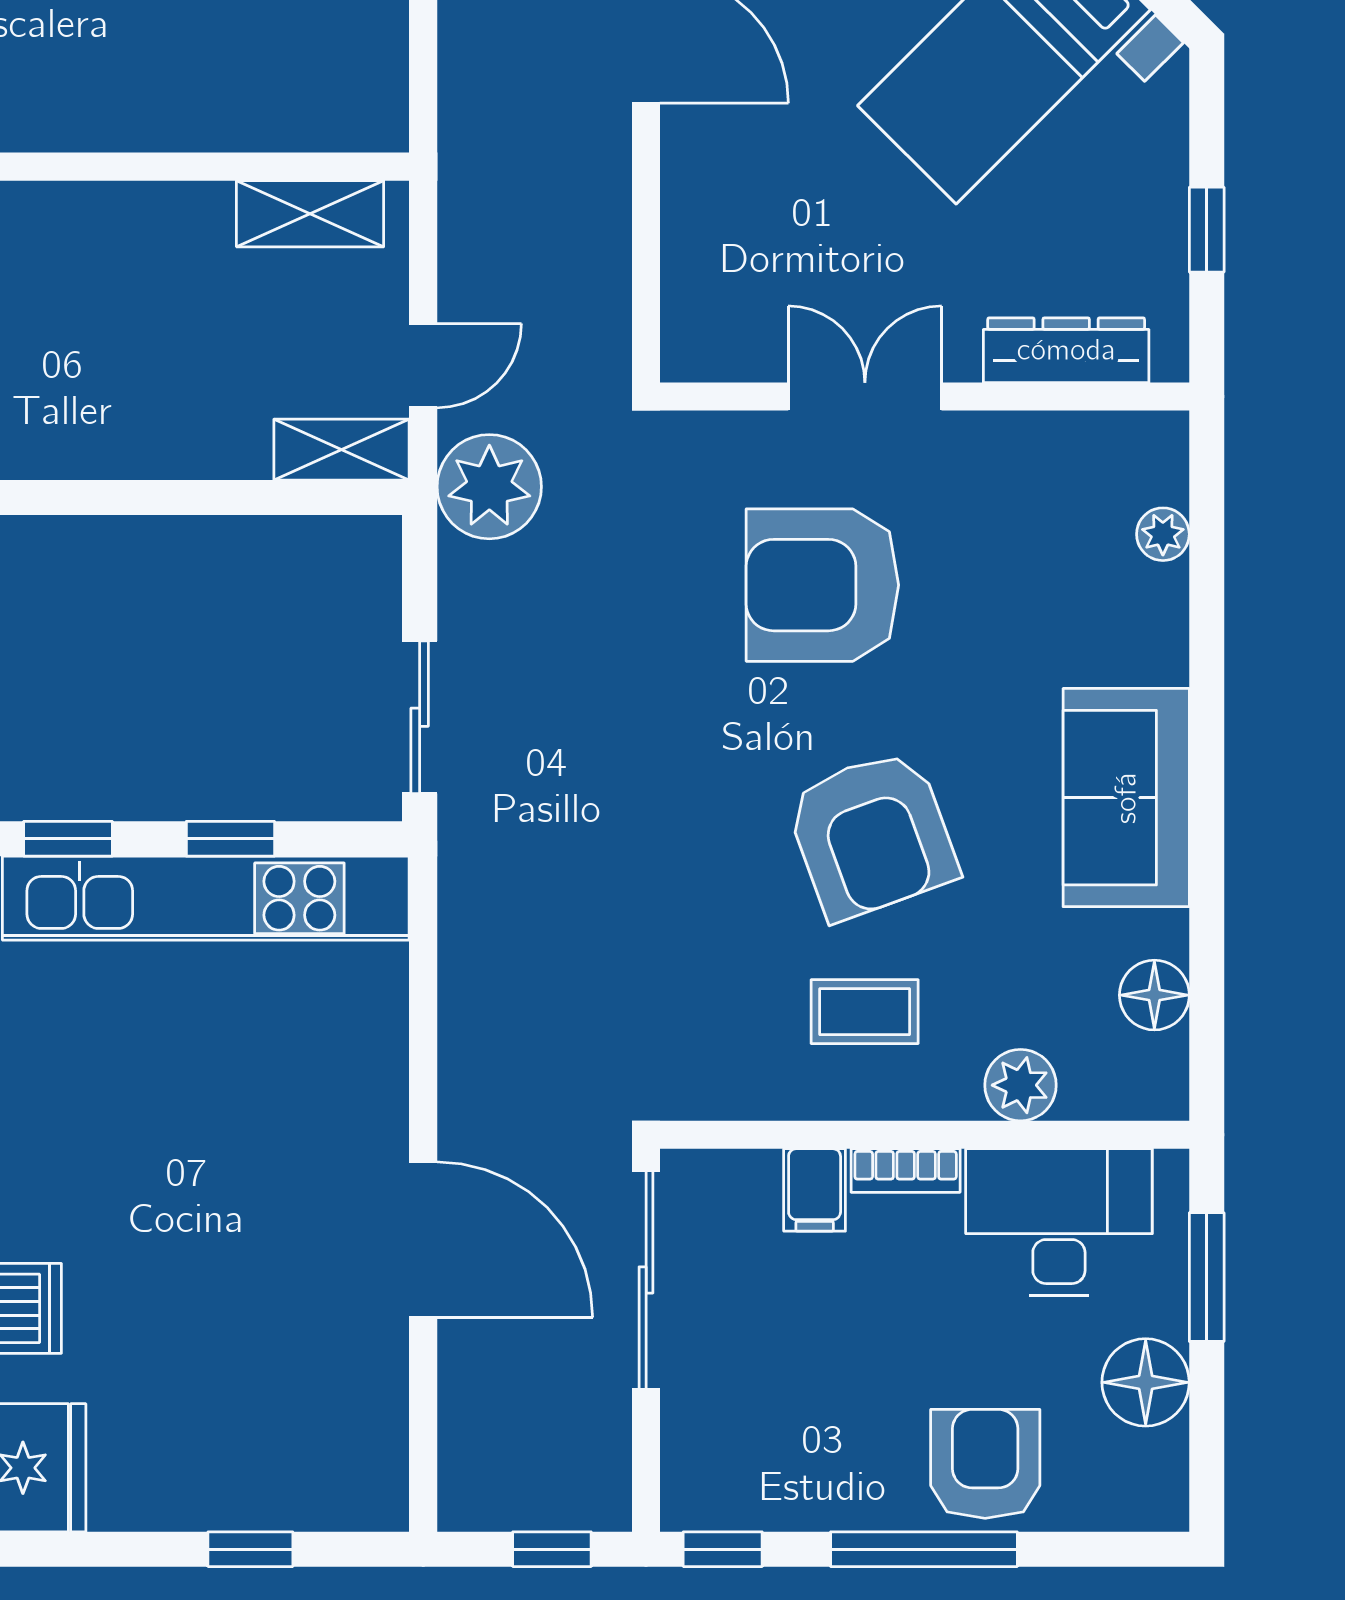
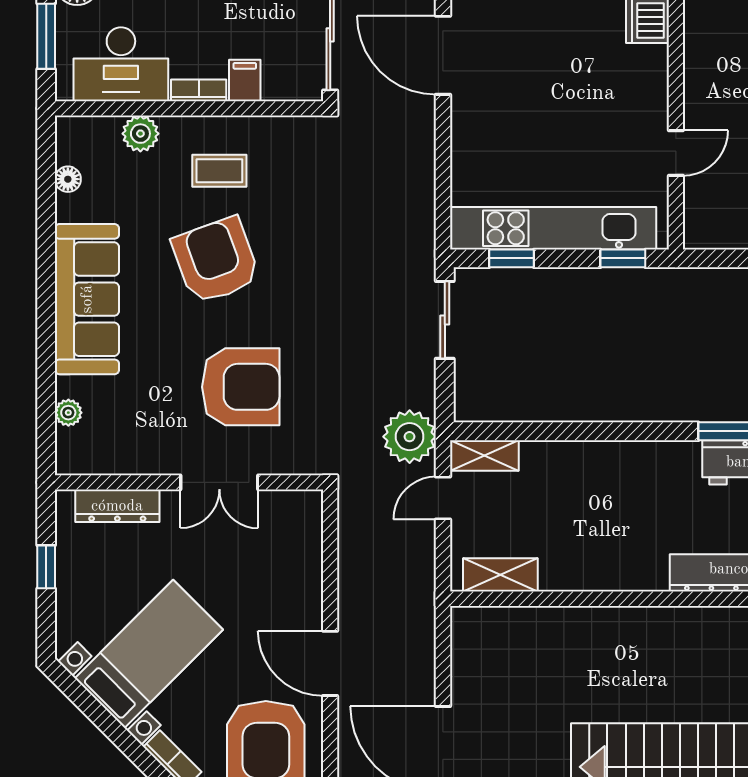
sofa: (1126, 798) -> (87, 299), width x1.36
window: (230, 839) -> (512, 258), moved
floor lamp: (1154, 995) -> (68, 179), width x0.73, depth x0.73

